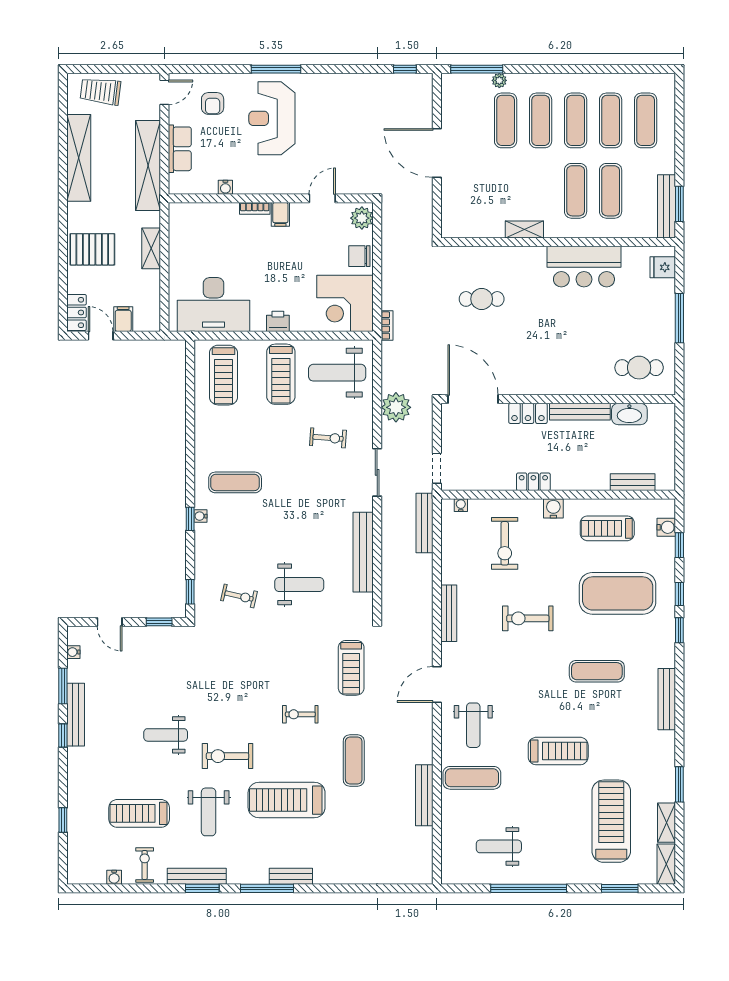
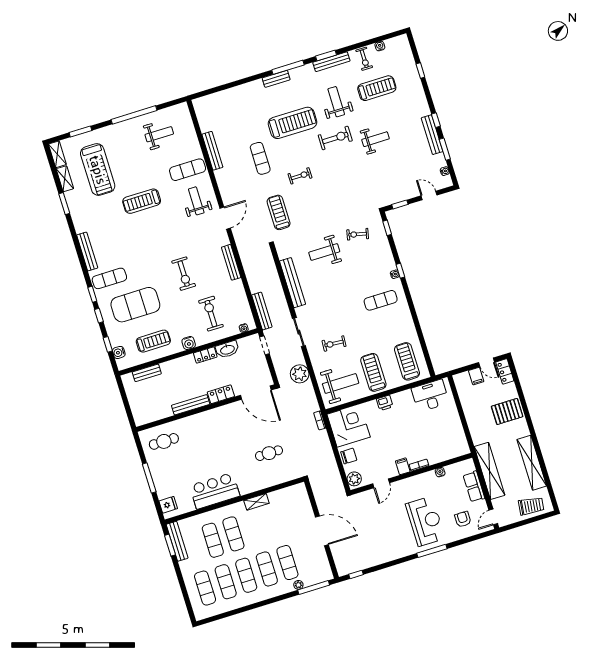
shelving: (151, 248) -> (473, 423), removed
desk: (214, 305) -> (430, 396), width x0.73, depth x0.77
washbasin: (629, 414) -> (227, 349), moved, turned 180
exercise bike: (528, 618) -> (184, 274), turned 90
exercise mat: (597, 671) -> (109, 278), moved

